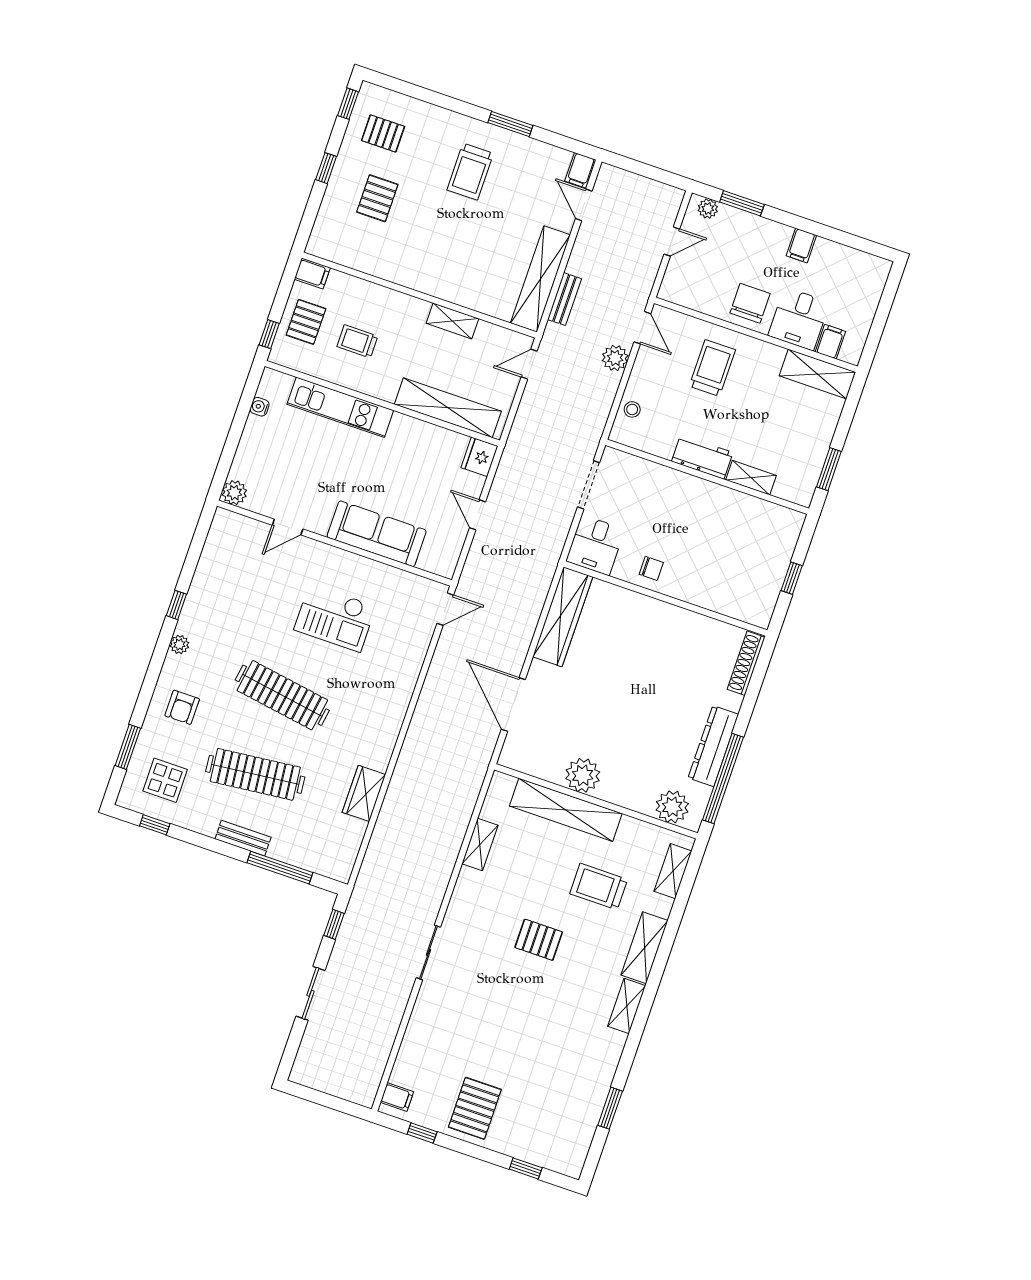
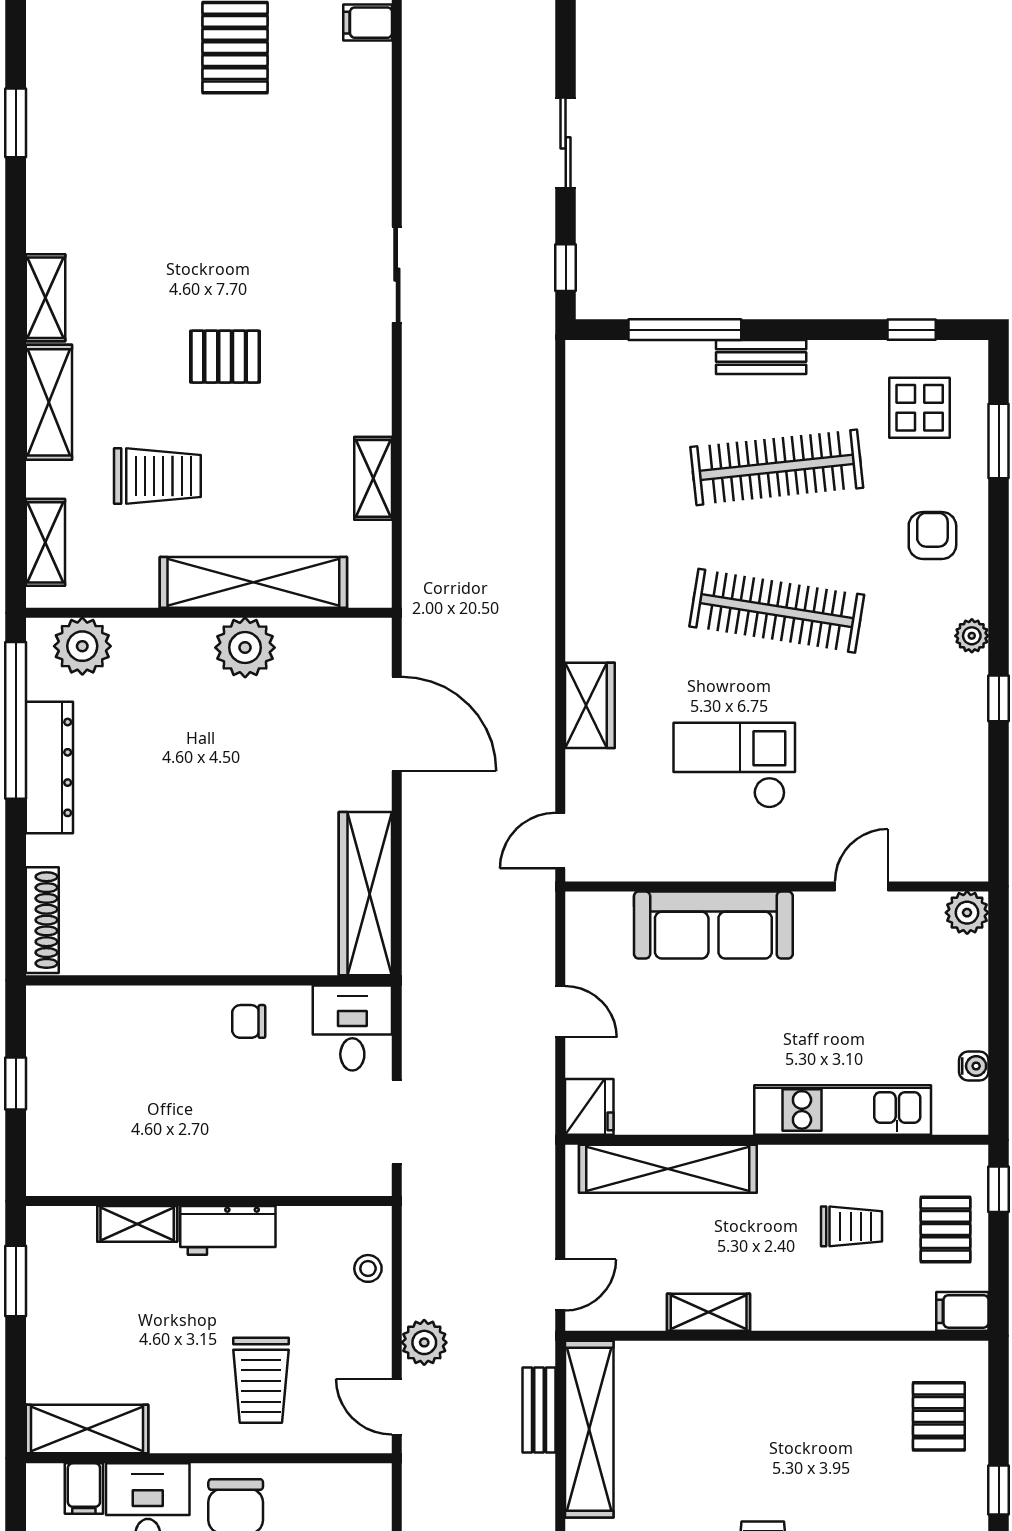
pallet: (377, 198) -> (939, 1416), moved
wardrobe: (364, 793) -> (590, 705), moved

